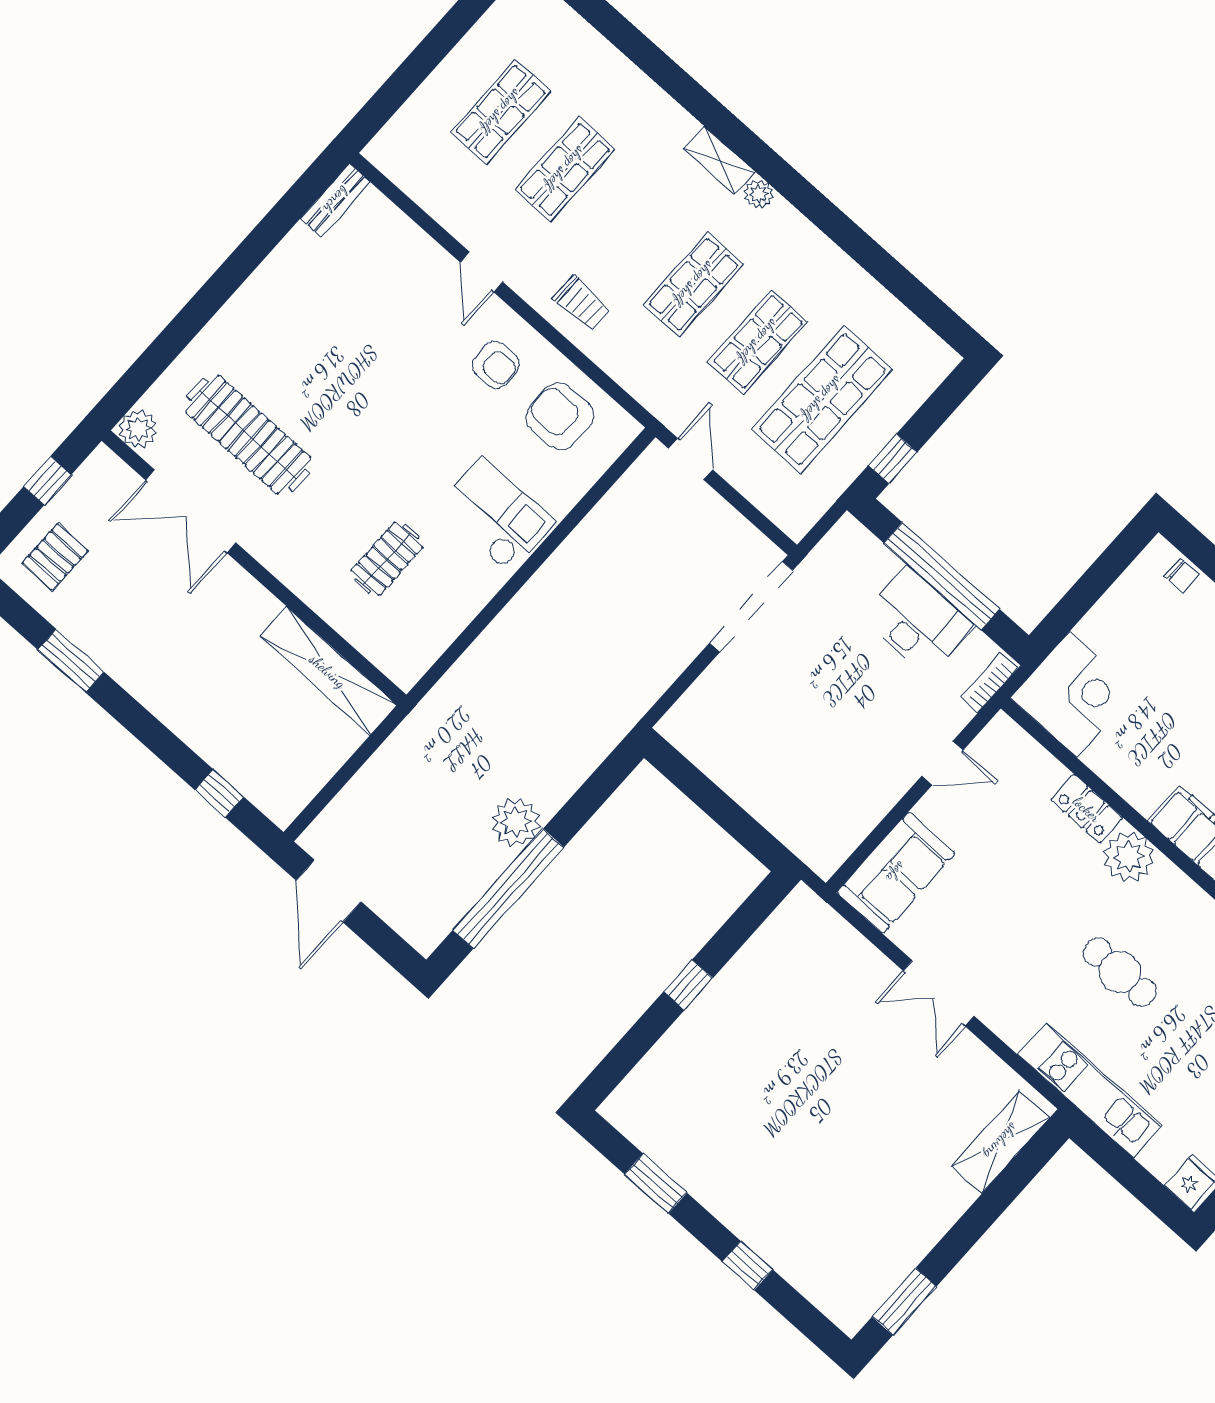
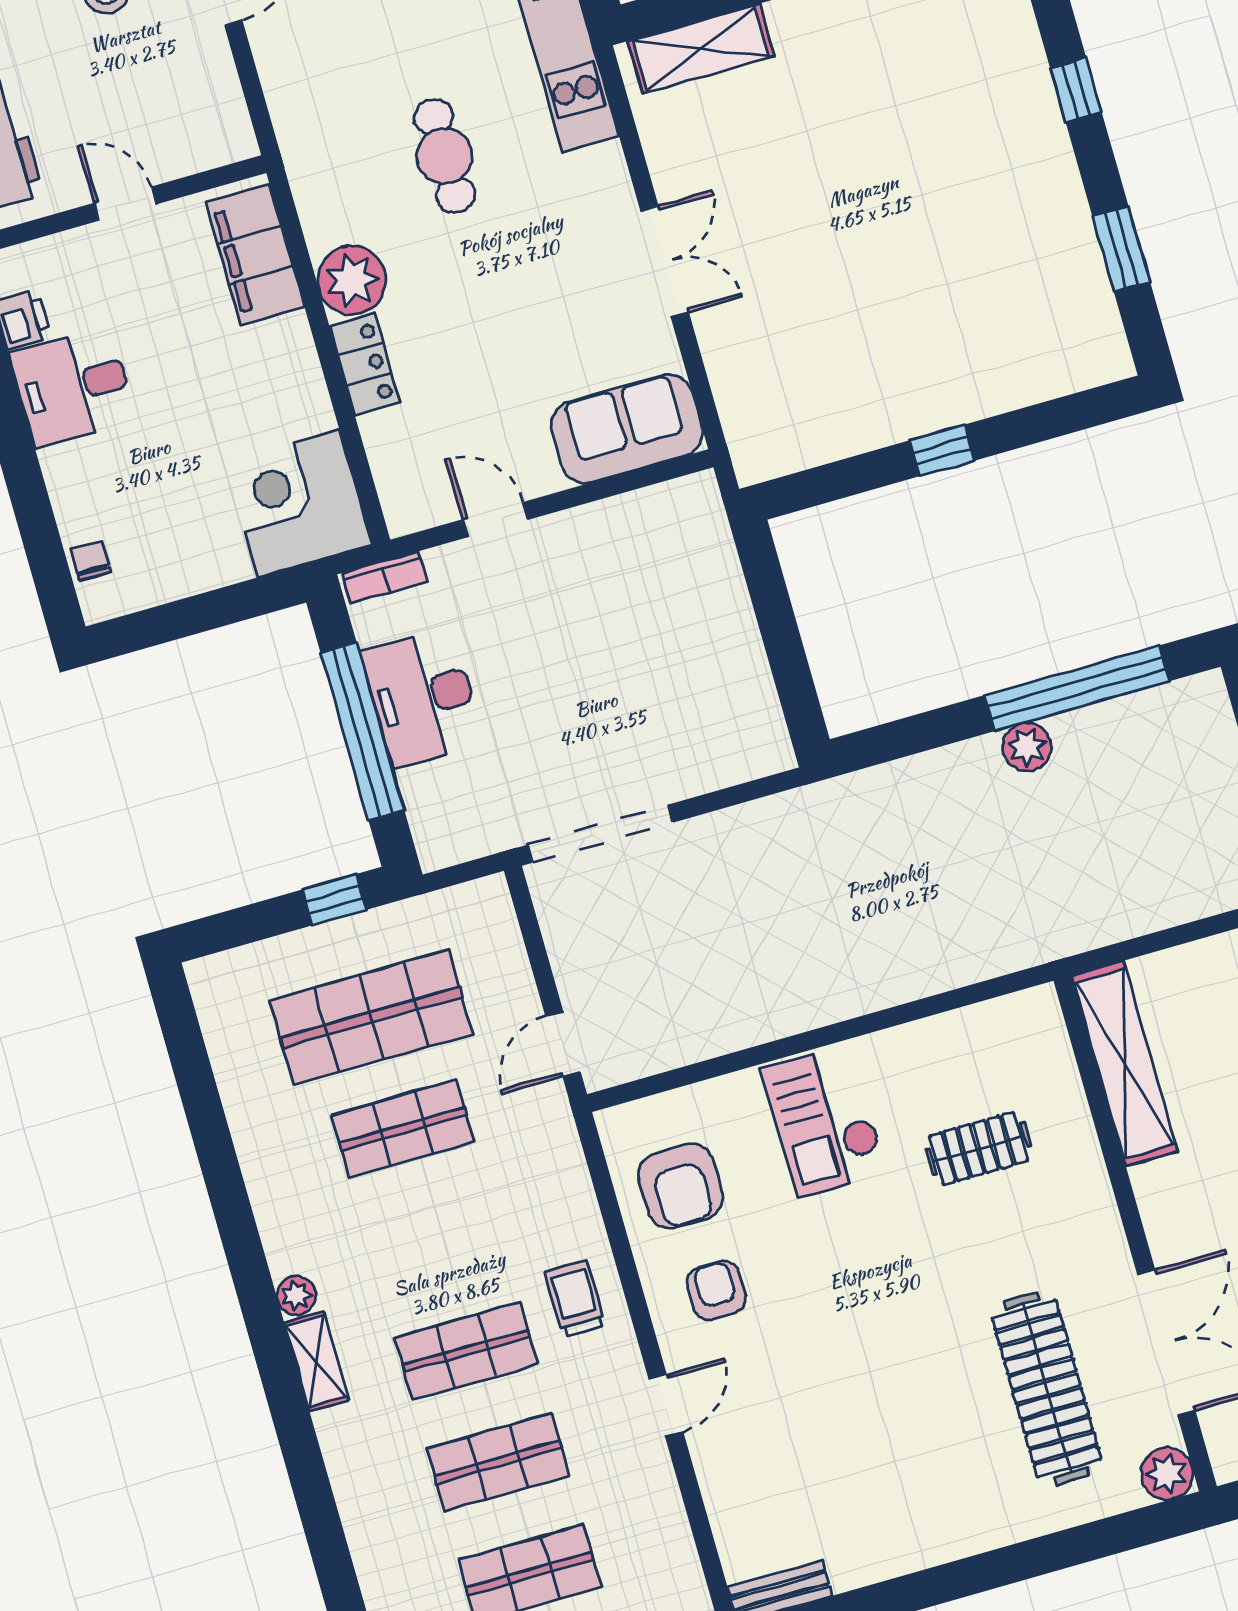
shop shelf: (694, 284) -> (466, 1351), moved
plant: (516, 822) -> (1027, 747), width x0.73, depth x0.73

